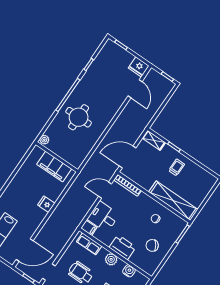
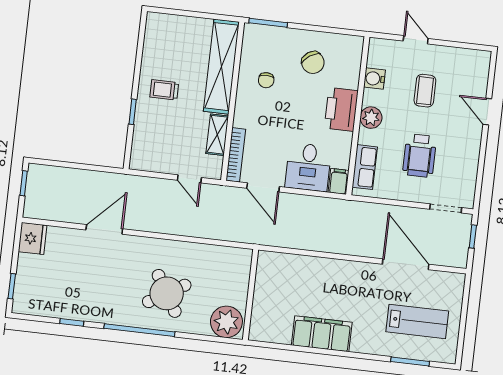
door: (135, 89) -> (104, 229), moved
round table: (79, 117) -> (167, 293), turned -31
plant: (44, 140) -> (226, 322), width x1.88, depth x1.88
shelving: (154, 140) -> (217, 135), moved
door: (128, 157) -> (189, 179), width x0.53
filing cabinet: (54, 167) -> (322, 334), moved, turned -90
fridge: (46, 204) -> (337, 271), removed
door: (25, 250) -> (406, 264), moved

